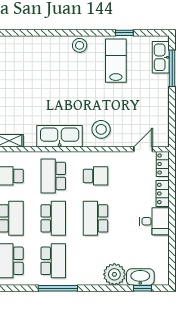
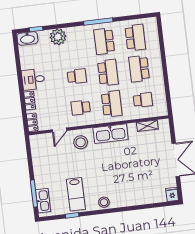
door: (143, 149) -> (59, 130), moved
school desk: (53, 218) -> (108, 73), turned 180
school desk: (95, 218) -> (77, 76), width x0.54
washbasin: (140, 277) -> (27, 38), moved

